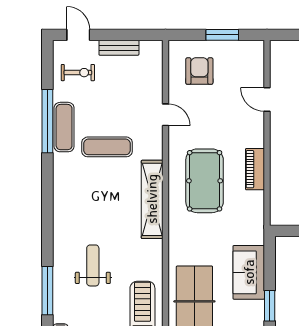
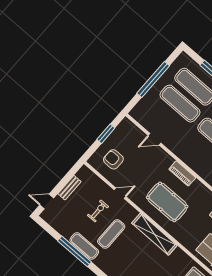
exercise bike: (78, 73) -> (98, 211), moved

